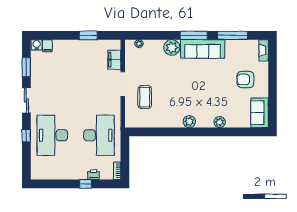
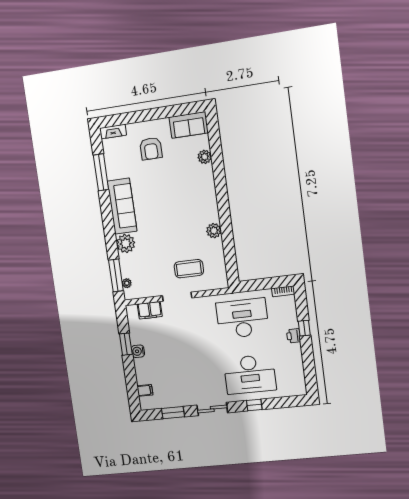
window: (194, 35) -> (116, 275), moved
water cooler: (37, 45) -> (138, 351), moved
plant: (189, 122) -> (214, 231), moved
plant: (220, 122) -> (205, 157), moved
printer: (93, 175) -> (294, 336), moved

